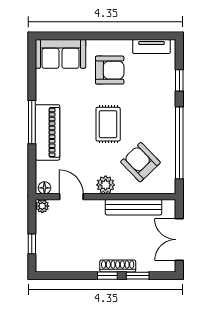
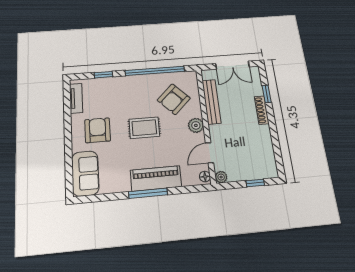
window: (107, 276) -> (271, 118), removed

